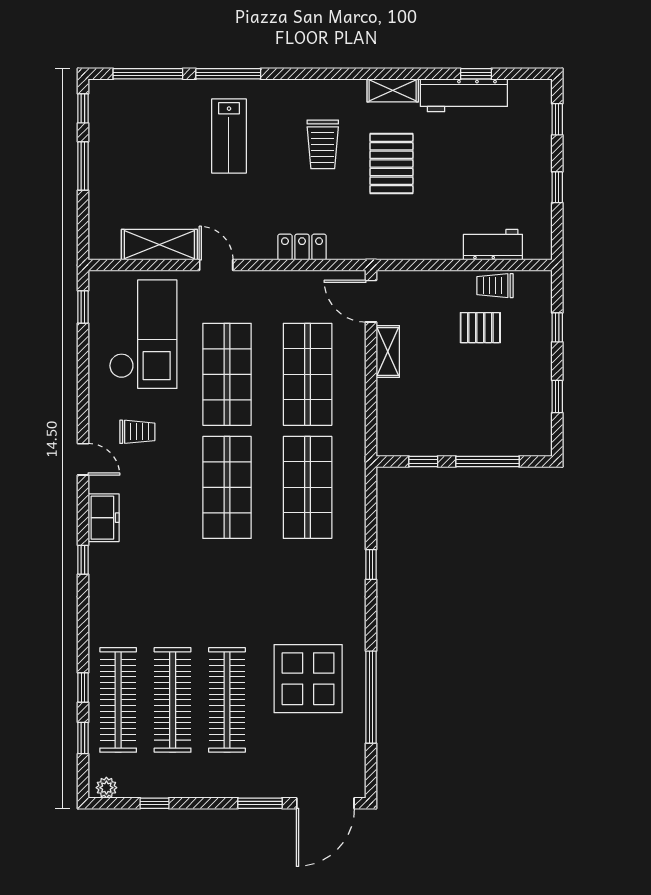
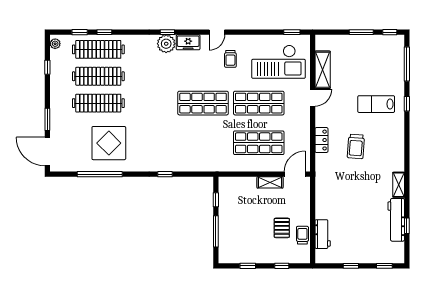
window: (228, 74) -> (407, 104), width x0.46
trolley: (323, 144) -> (356, 146), moved, turned -86
pallet: (391, 163) -> (363, 184), removed
shop shelf: (308, 487) -> (203, 143), removed
plant: (107, 562) -> (166, 44), added

